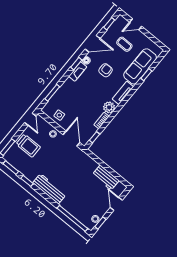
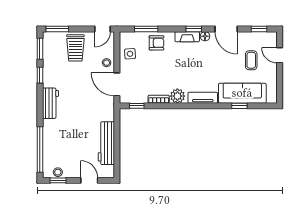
armchair: (106, 70) -> (157, 43), moved
door: (71, 139) -> (117, 84), swing flipped
workbench: (106, 178) -> (106, 143), width x1.38
workbench: (49, 189) -> (50, 103), width x0.73
door: (116, 204) -> (89, 180), hinge flipped

